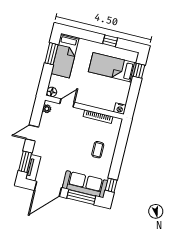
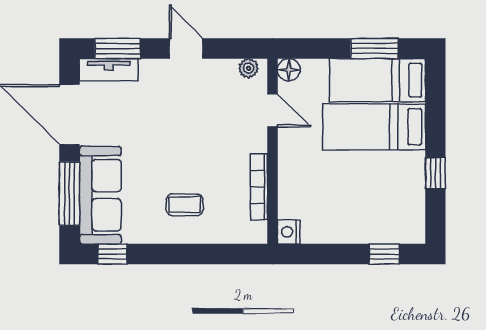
bed: (112, 67) -> (374, 127), moved, turned -90

